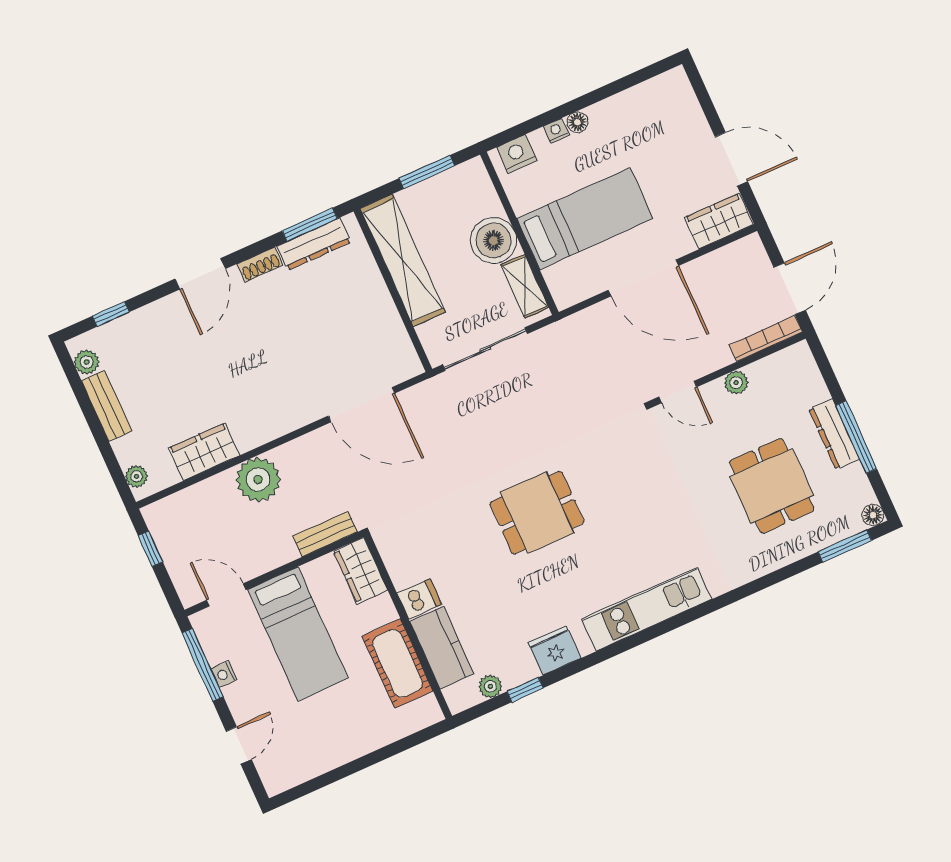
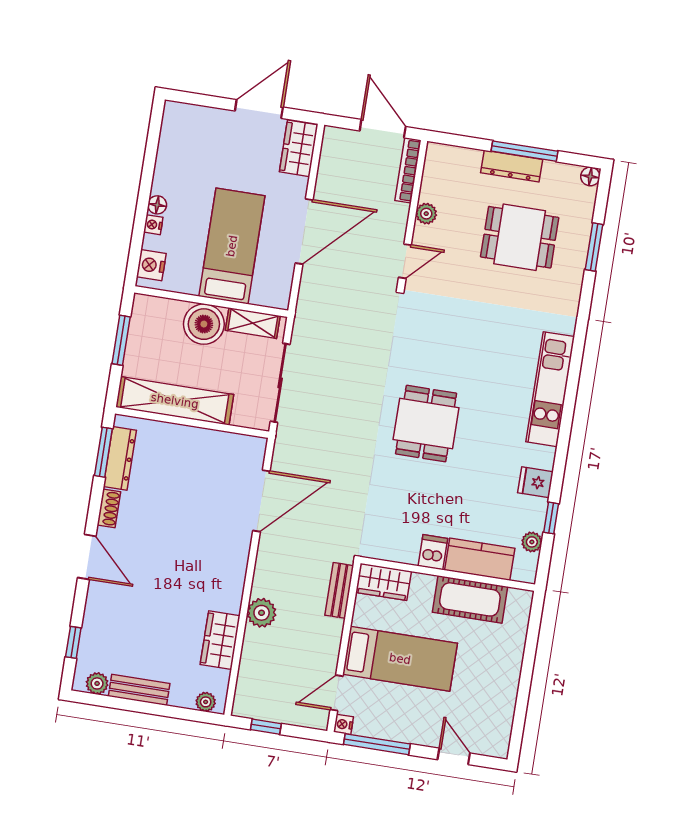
plant: (258, 480) -> (262, 613), width x0.73, depth x0.73
window: (845, 546) -> (594, 247), moved
fridge: (554, 650) -> (535, 482), width x0.72
nightstand: (224, 674) -> (343, 724), moved, turned 90

